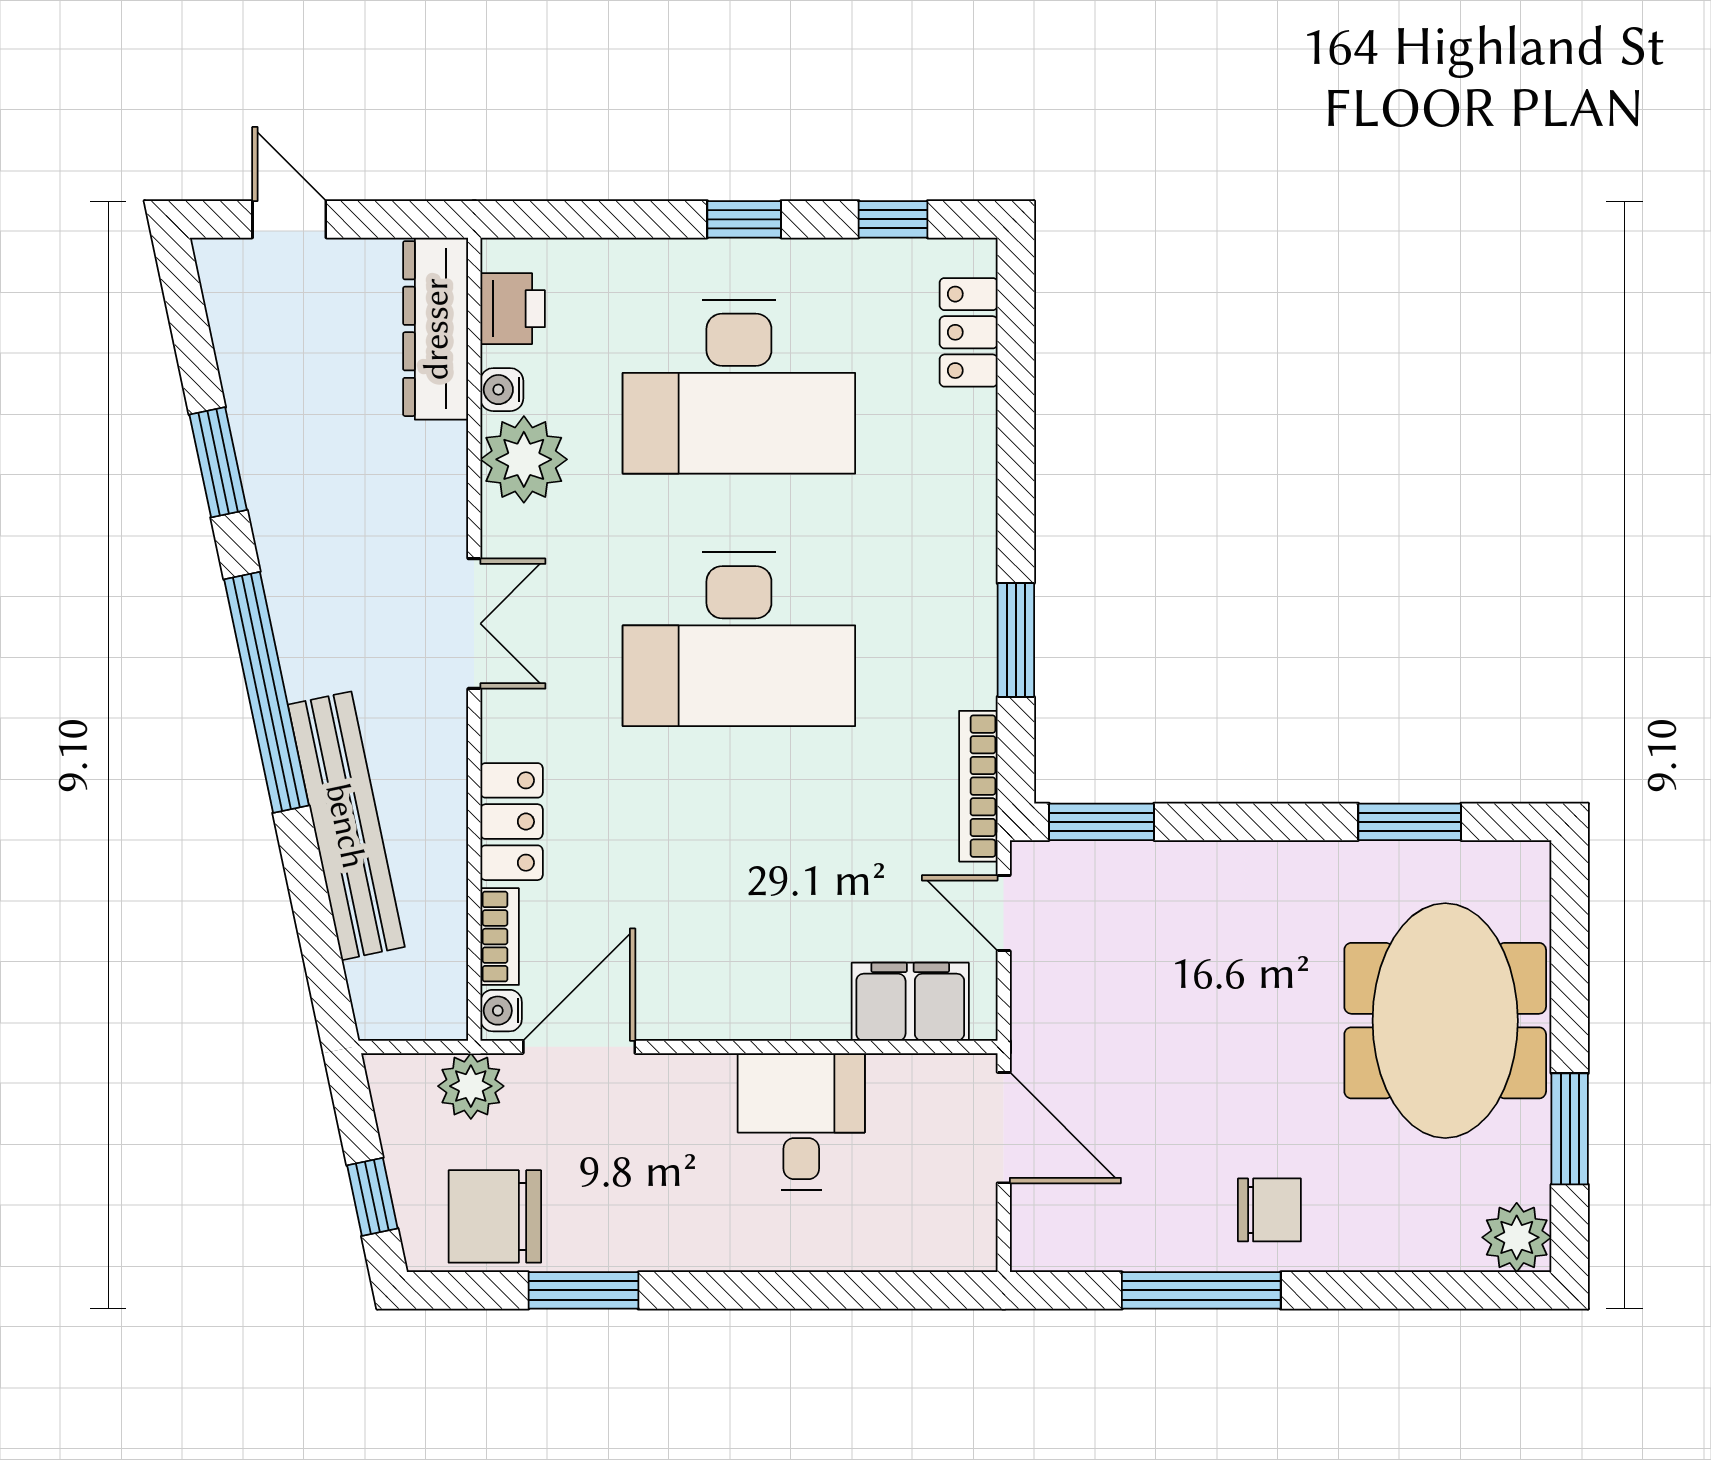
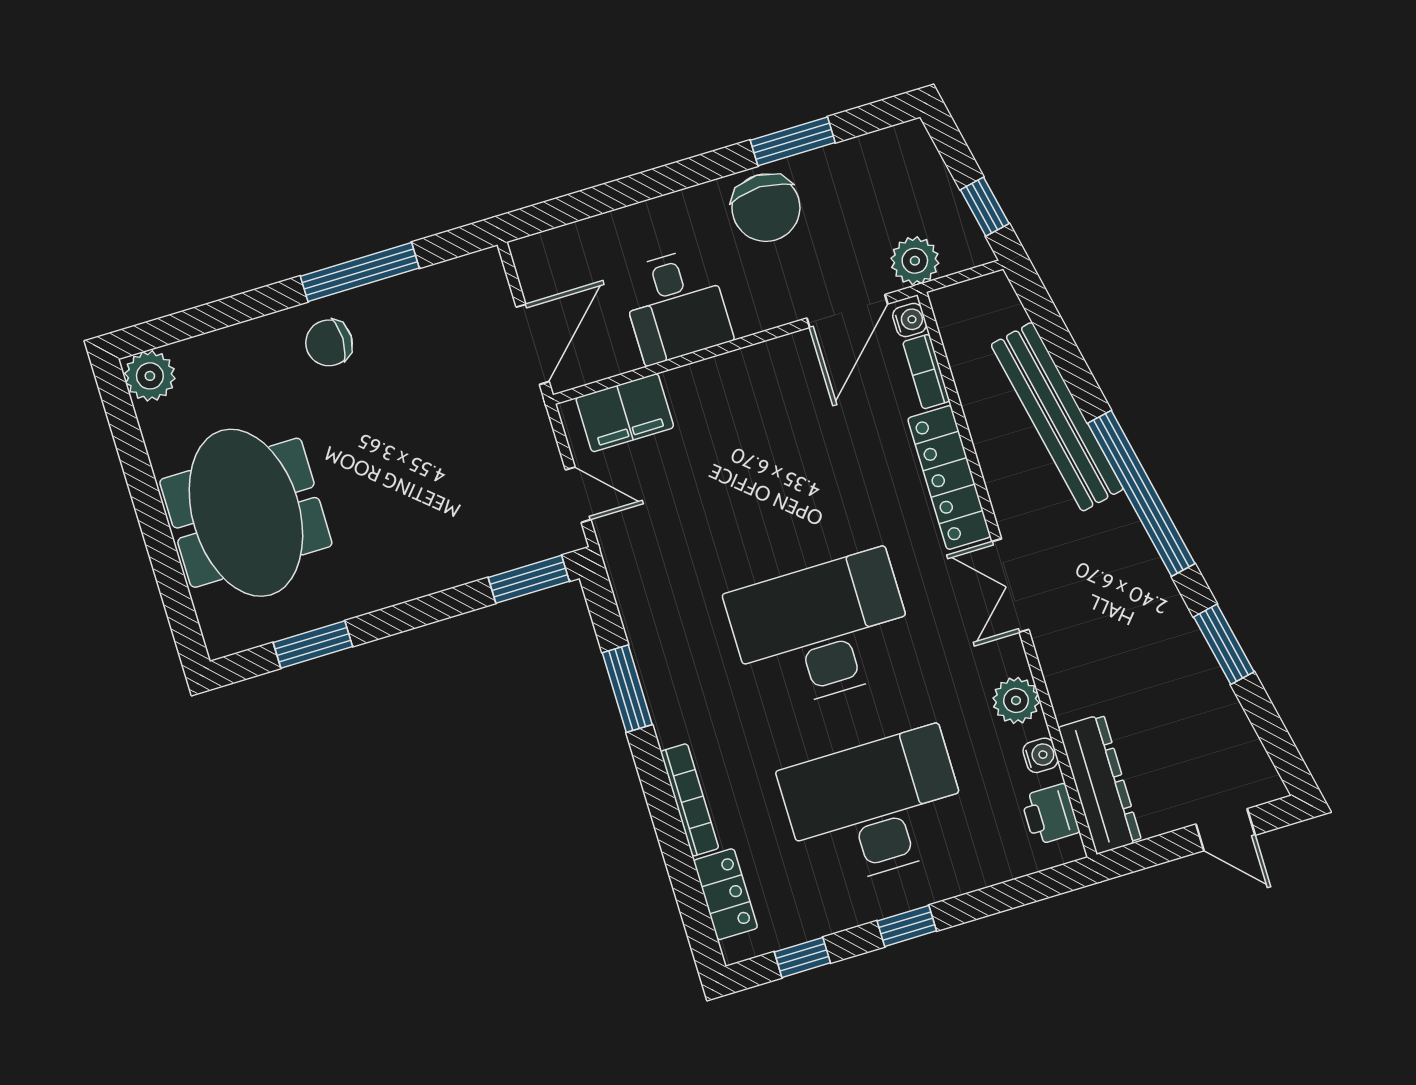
plant: (524, 459) -> (1016, 700), width x0.73, depth x0.73
bookcase: (978, 786) -> (690, 800), moved
locker: (512, 822) -> (949, 477), width x1.53
door: (1004, 1128) -> (533, 344), swing flipped
window: (1570, 1129) -> (136, 463), removed
window: (372, 1197) -> (985, 207), moved
chair: (495, 1216) -> (766, 208), moved, turned 90

